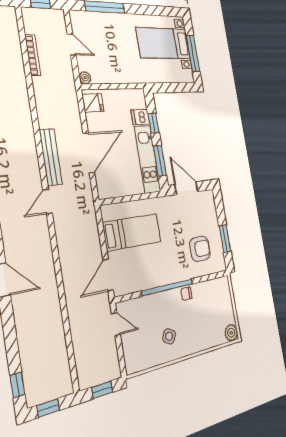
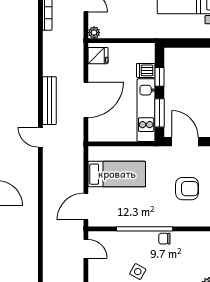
door: (48, 202) -> (40, 137), hinge flipped
armchair: (200, 249) -> (187, 189), moved

